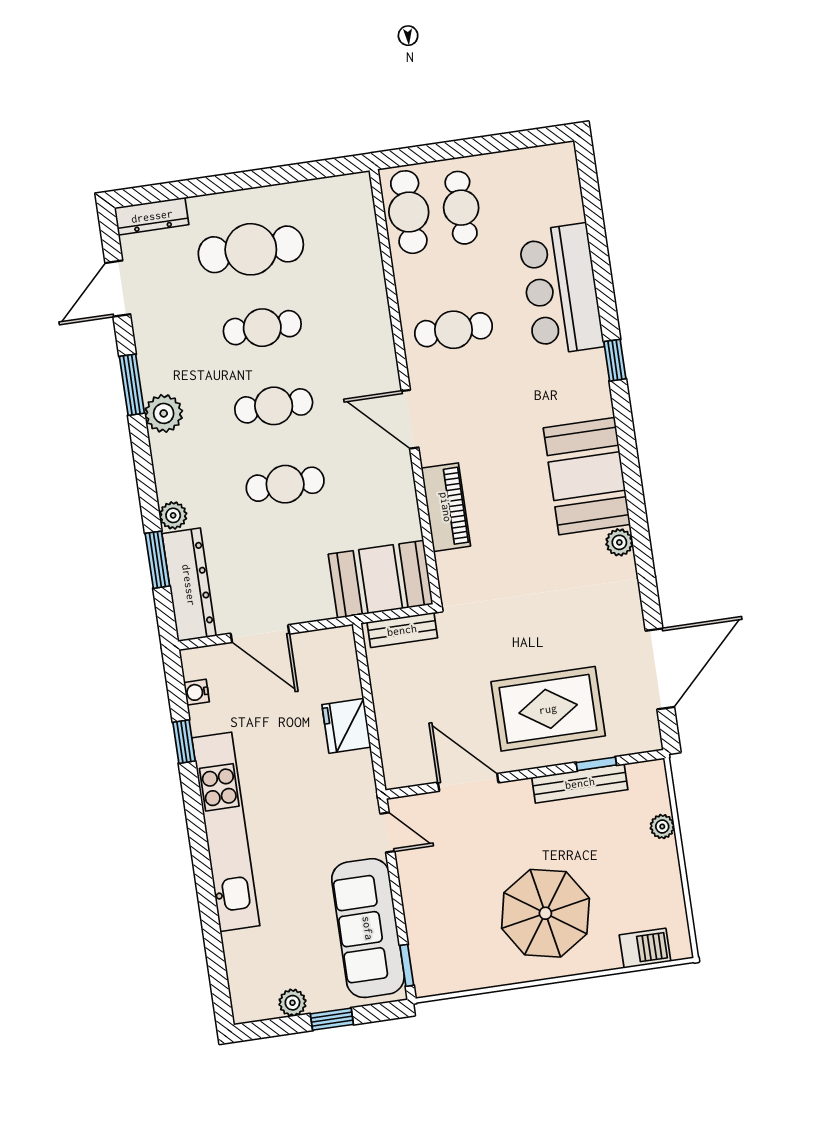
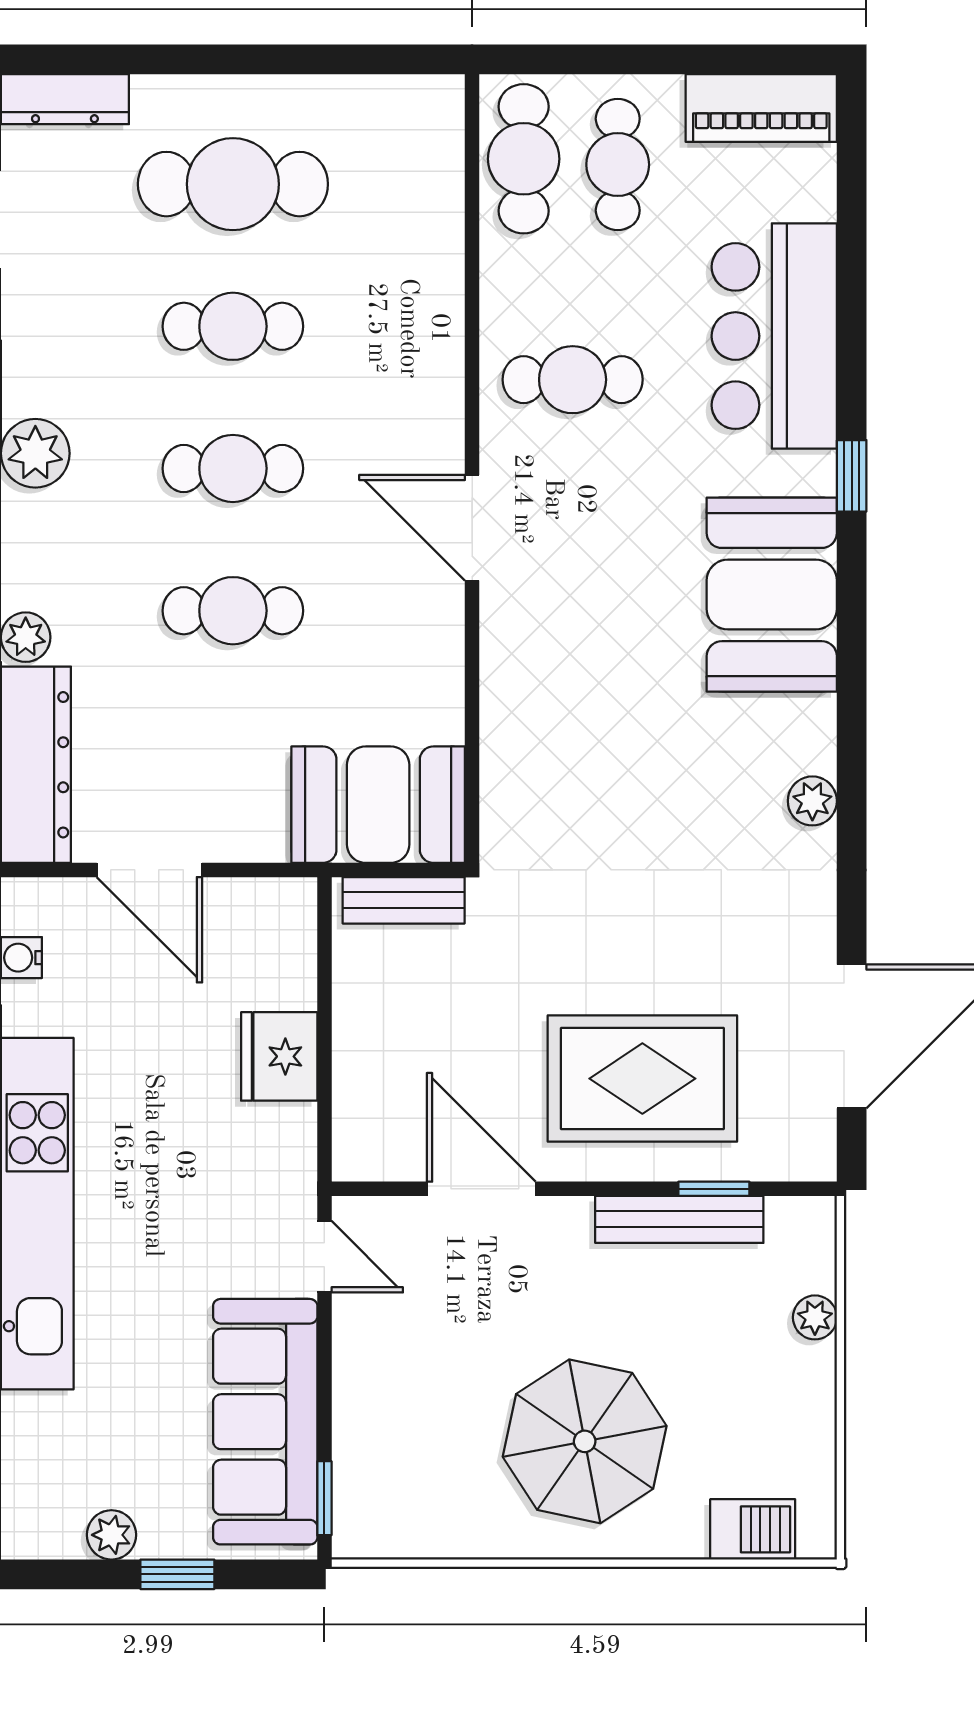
booth: (587, 476) -> (772, 595), moved
piano: (446, 507) -> (761, 108), moved, turned 90

